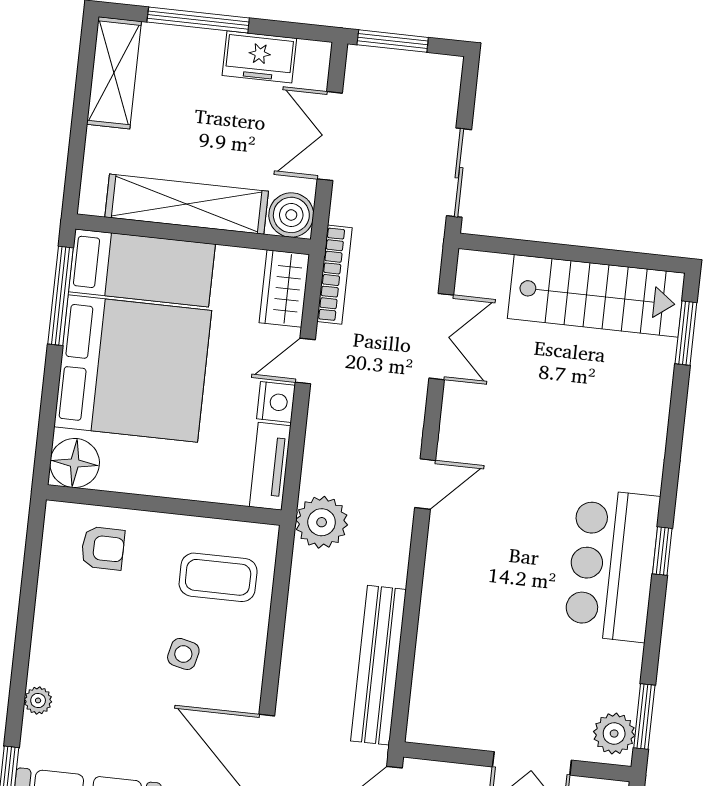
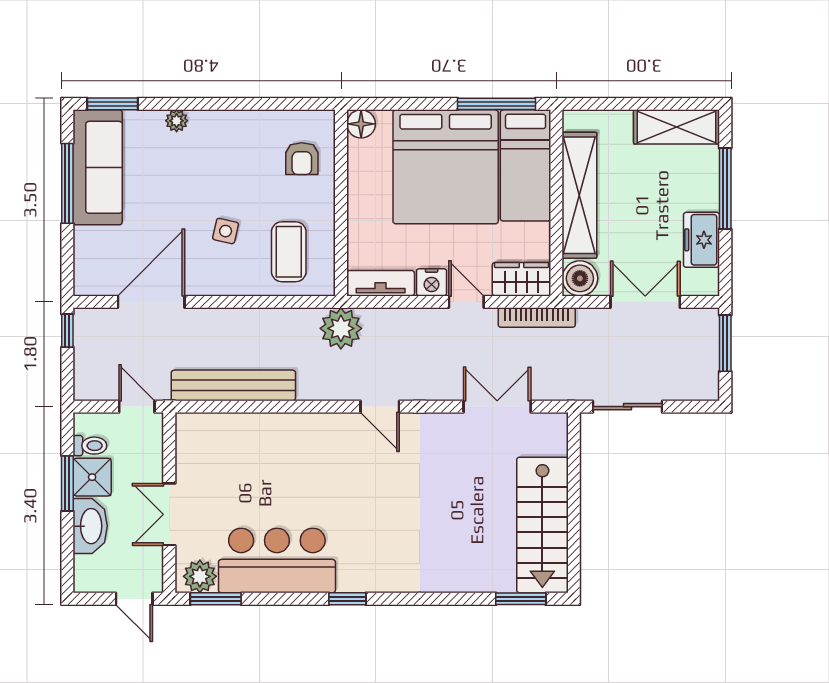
double door: (441, 337) -> (497, 407), swing flipped
floor lamp: (75, 463) -> (361, 124), width x0.73, depth x0.73
bar counter: (612, 565) -> (277, 561), moved

